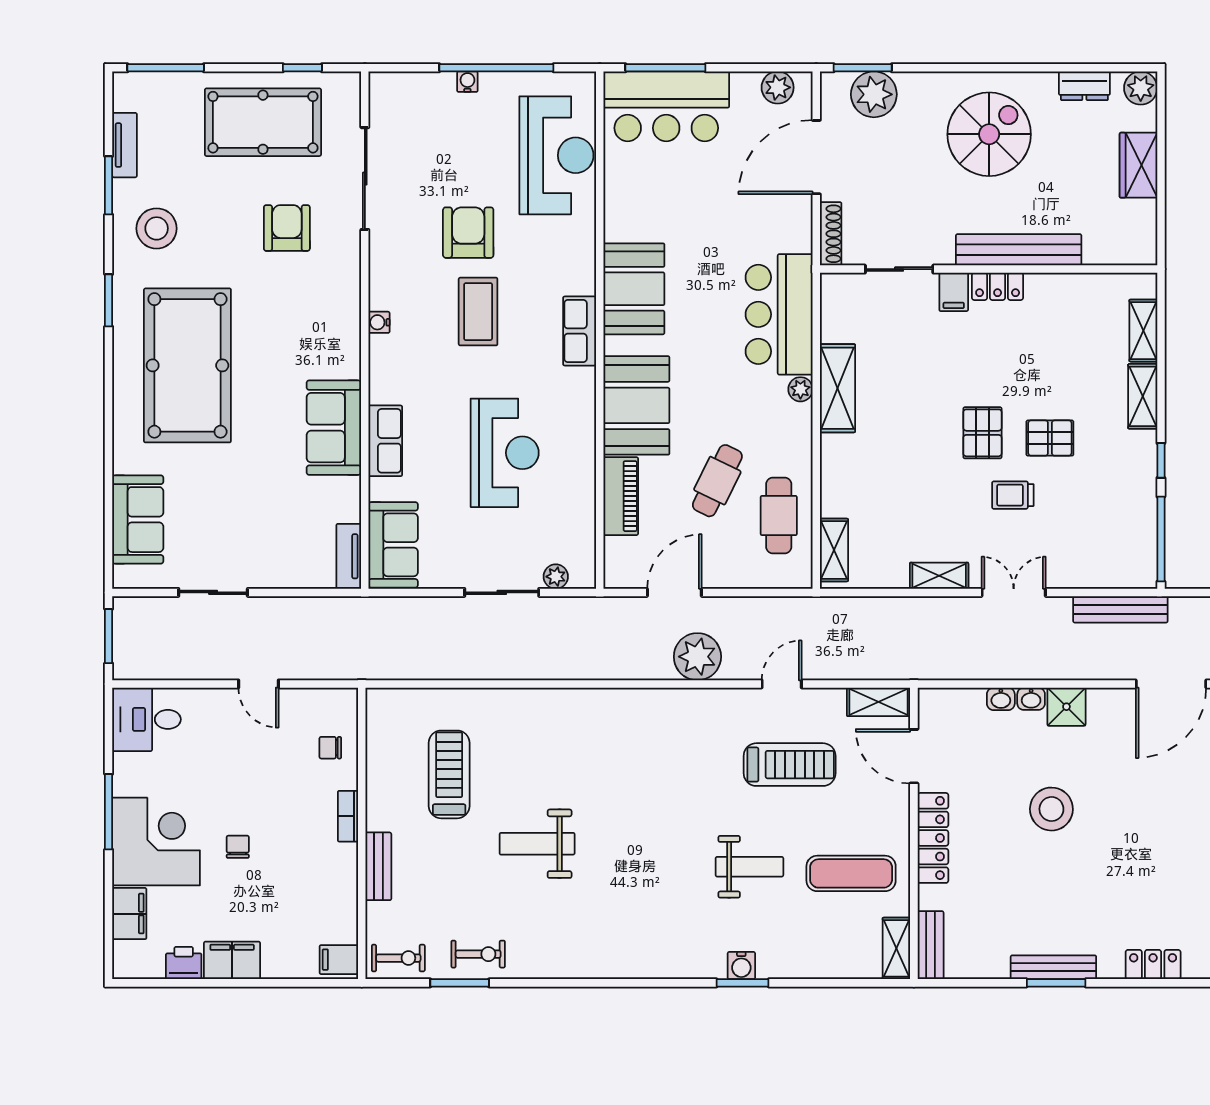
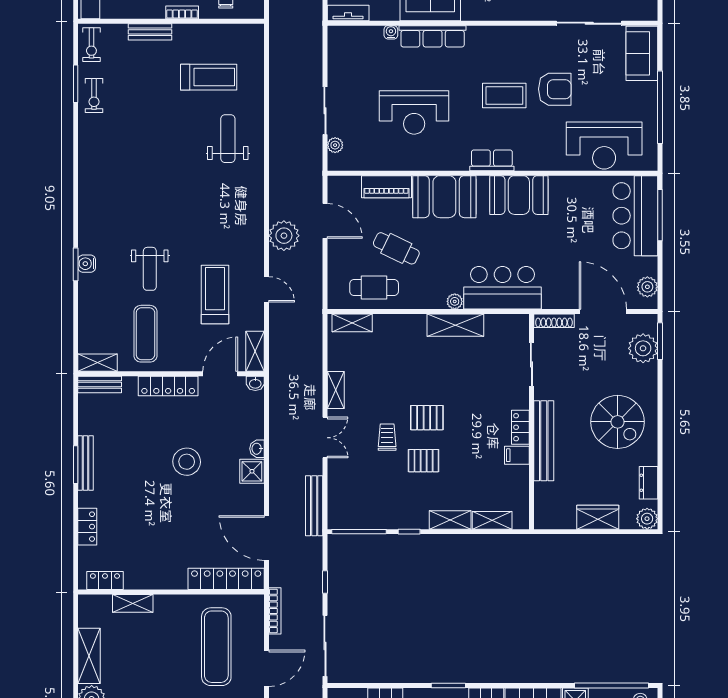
water cooler: (467, 82) -> (651, 89), removed
filing cabinet: (954, 292) -> (517, 455), moved
water cooler: (379, 322) -> (391, 32), moved
pallet: (1050, 438) -> (424, 461), turned 90
row of seats: (385, 441) -> (433, 36), width x1.48
sofa: (393, 545) -> (642, 53), moved, turned 90
washbasin: (1001, 699) -> (255, 383), moved, turned -90
treadmill: (790, 765) -> (215, 294), turned 180
weight bench: (537, 844) -> (228, 139), moved

